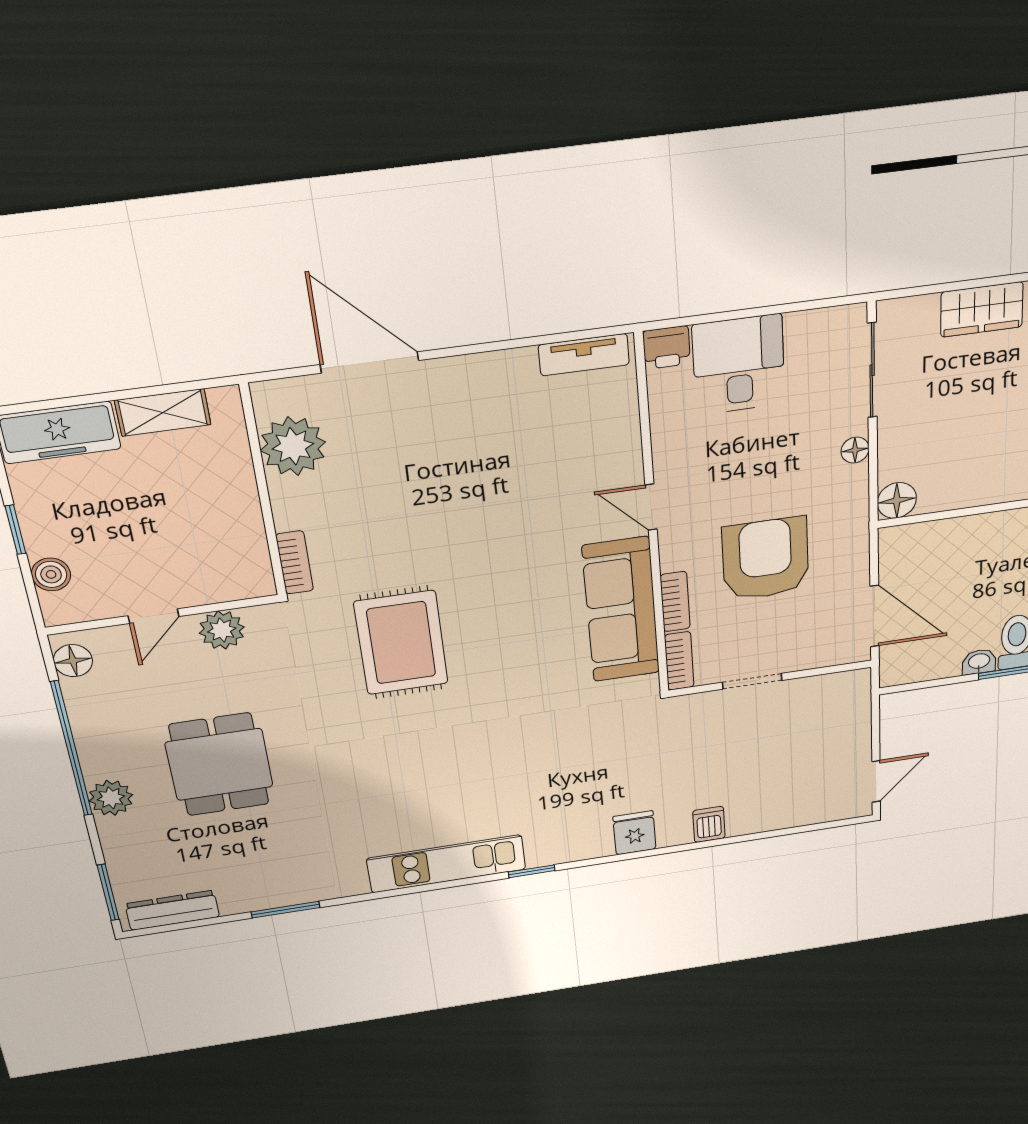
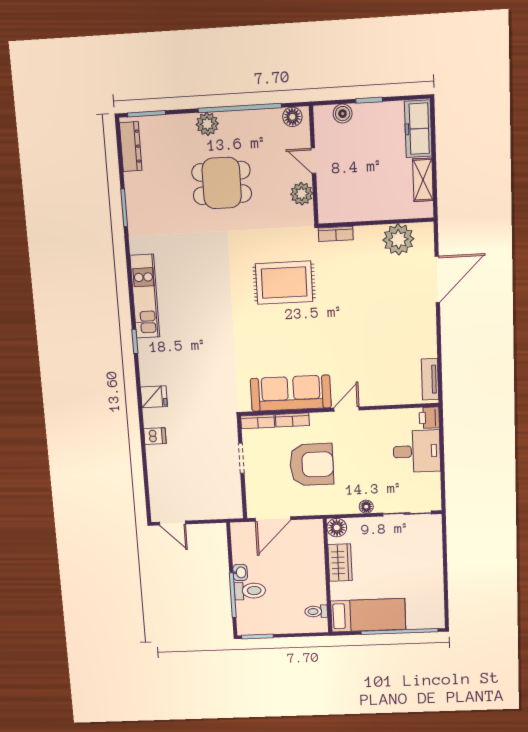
wardrobe: (982, 309) -> (340, 563), moved, turned 180

